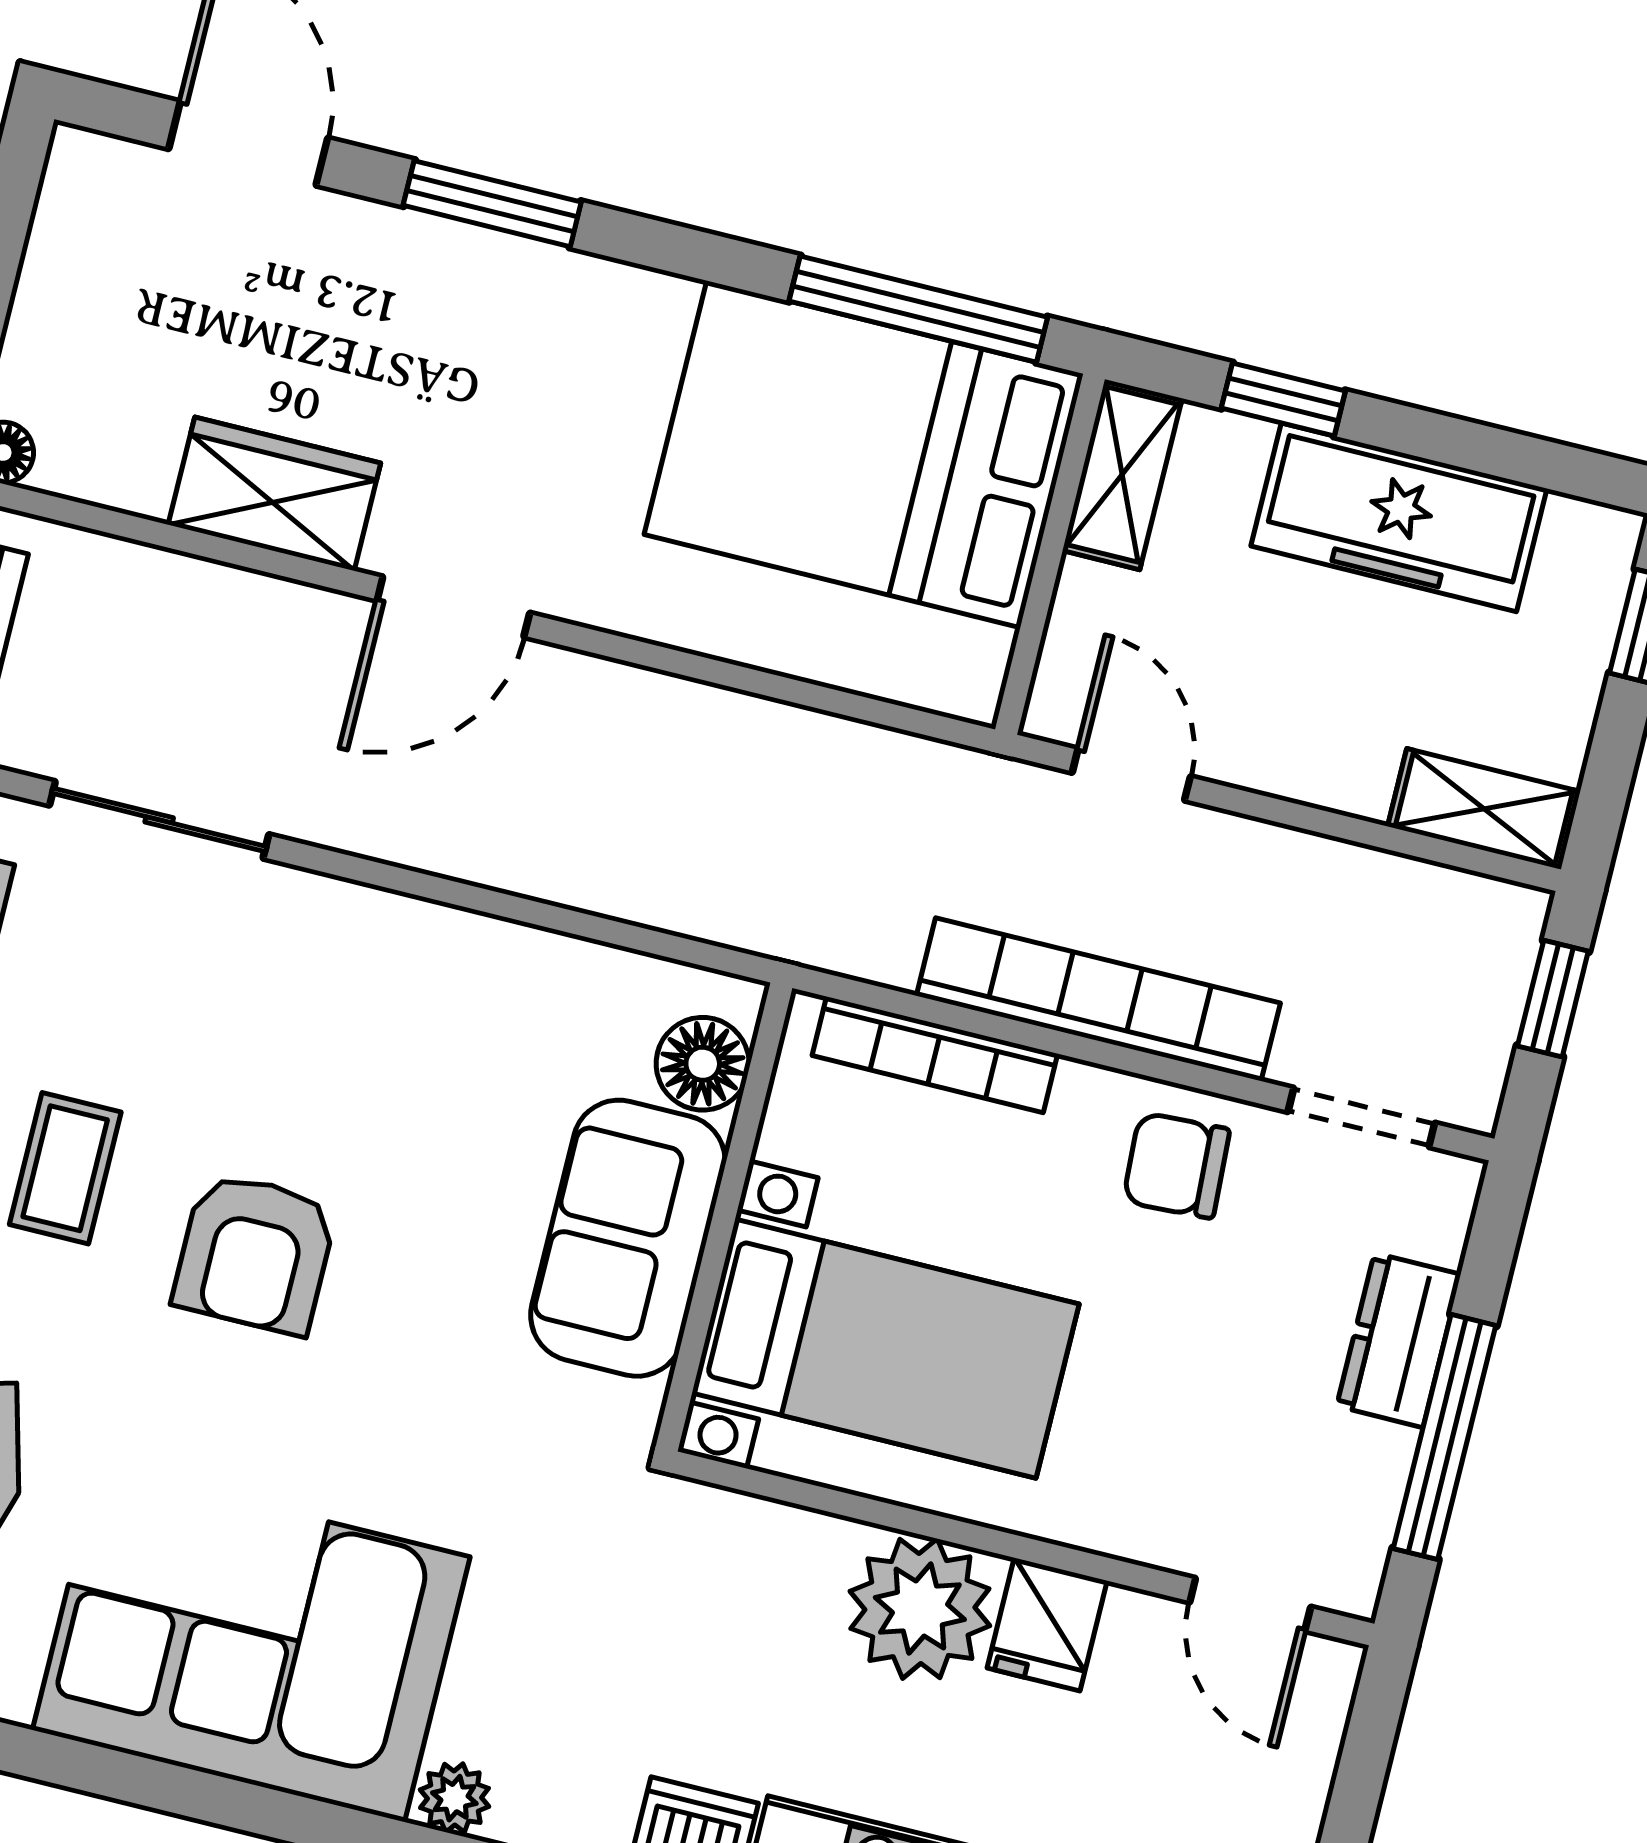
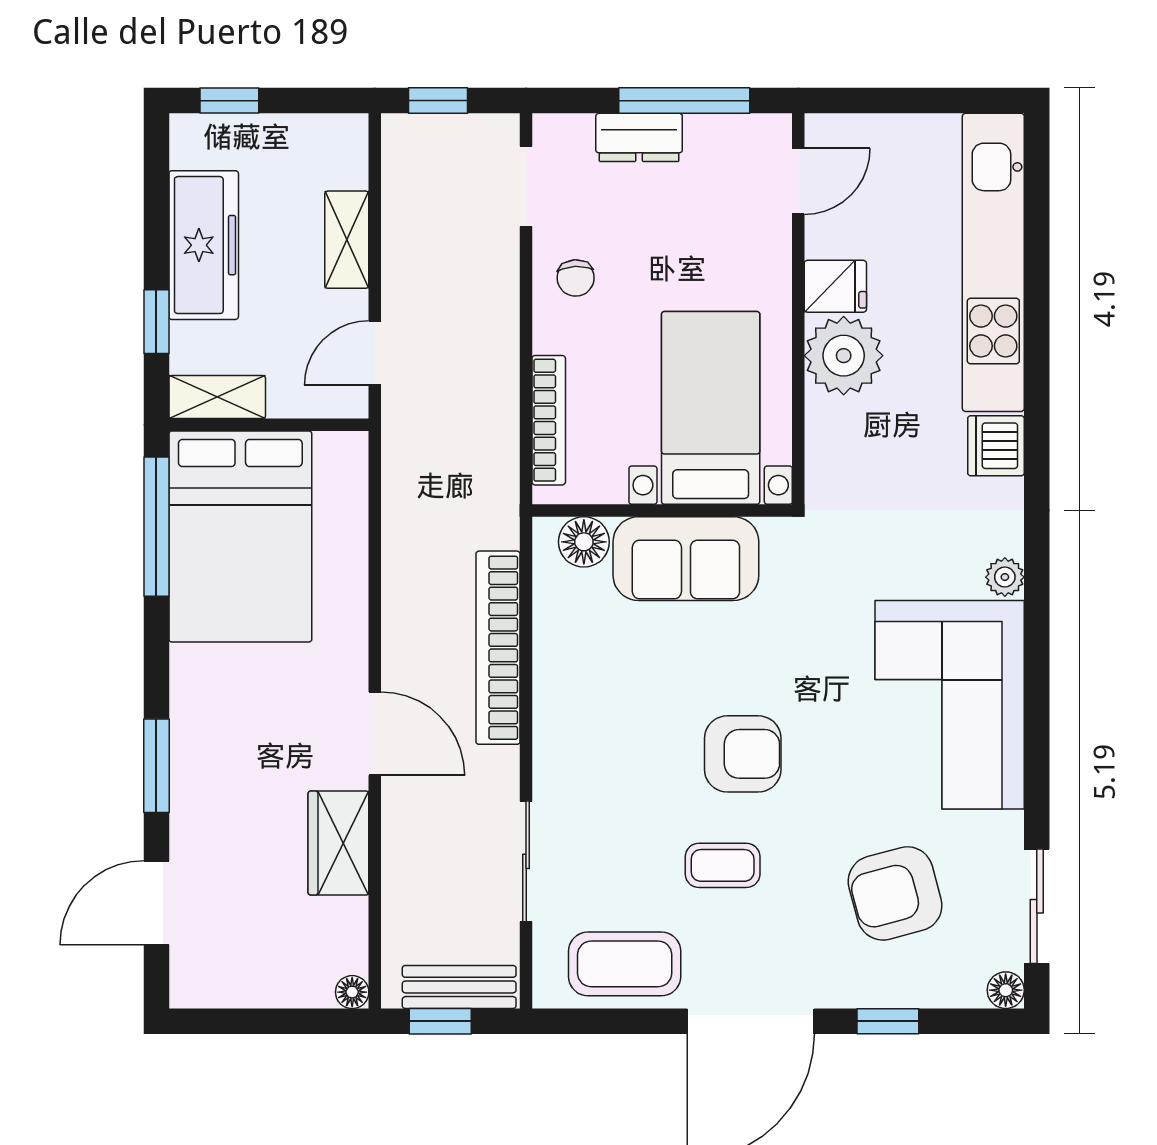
shelving: (1484, 809) -> (347, 240), moved
bookcase: (1098, 999) -> (498, 648), moved
chair: (1176, 1165) -> (576, 278), width x0.73, depth x0.73

